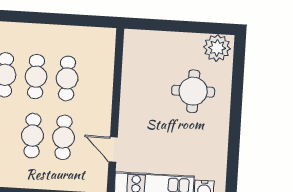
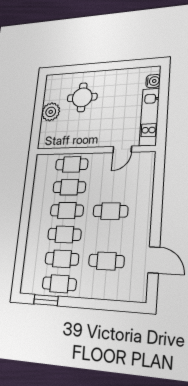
plant: (217, 48) -> (51, 112), moved
cafe table: (64, 137) -> (72, 164), moved

